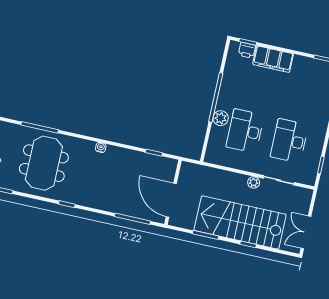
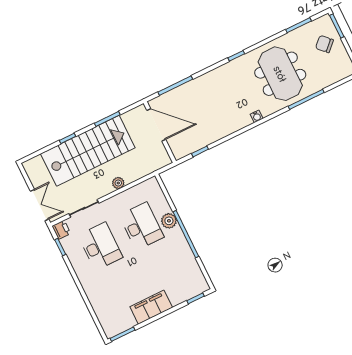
printer: (247, 50) -> (61, 230), moved, turned 90
filing cabinet: (273, 59) -> (151, 307), moved
water cooler: (101, 147) -> (257, 116), moved
plant: (254, 182) -> (118, 183), moved
double door: (306, 232) -> (40, 205), moved

